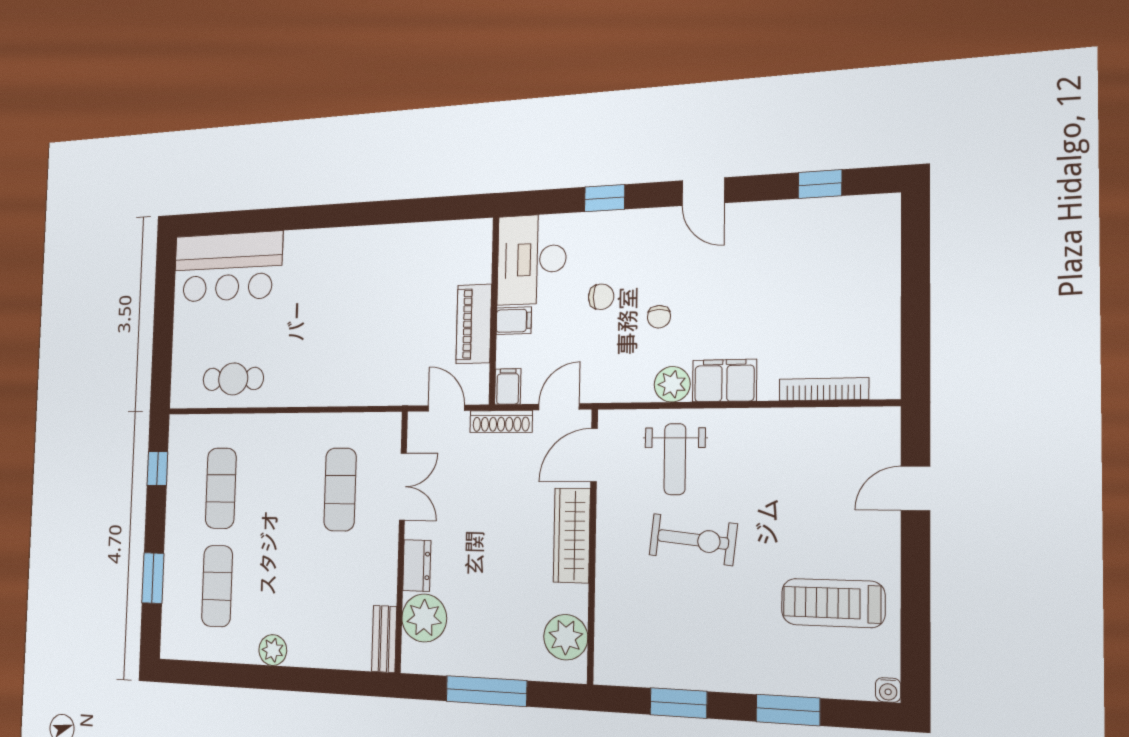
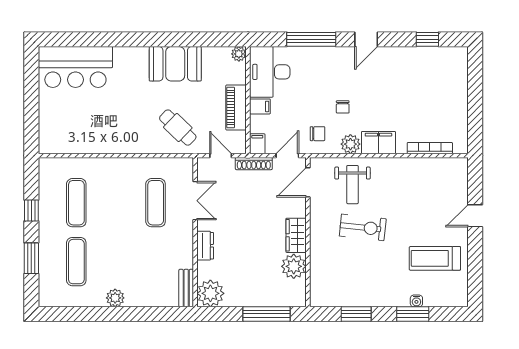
door: (703, 192) -> (366, 39), hinge flipped
window: (605, 198) -> (311, 39), width x2.17
plant: (480, 231) -> (239, 54), added
booth: (378, 254) -> (175, 64), added
chair: (601, 297) -> (318, 134), moved
cafe table: (233, 379) -> (178, 128), moved, turned 44
window: (157, 469) -> (31, 210), moved
door: (915, 488) -> (475, 216), moved
wardrobe: (572, 535) -> (296, 235), width x0.67
plant: (424, 618) -> (210, 293), moved
plant: (566, 637) -> (294, 266), moved
water cooler: (888, 690) -> (416, 301), moved
window: (486, 691) -> (267, 314), moved

